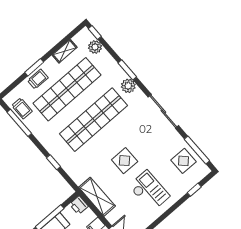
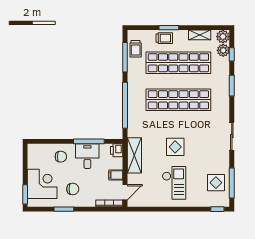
window: (95, 32) -> (232, 54), moved
plant: (128, 86) -> (223, 37), moved
sliding door: (163, 111) -> (232, 136), width x0.73
window: (54, 162) -> (125, 105), width x3.17
window: (194, 190) -> (217, 209), moved

